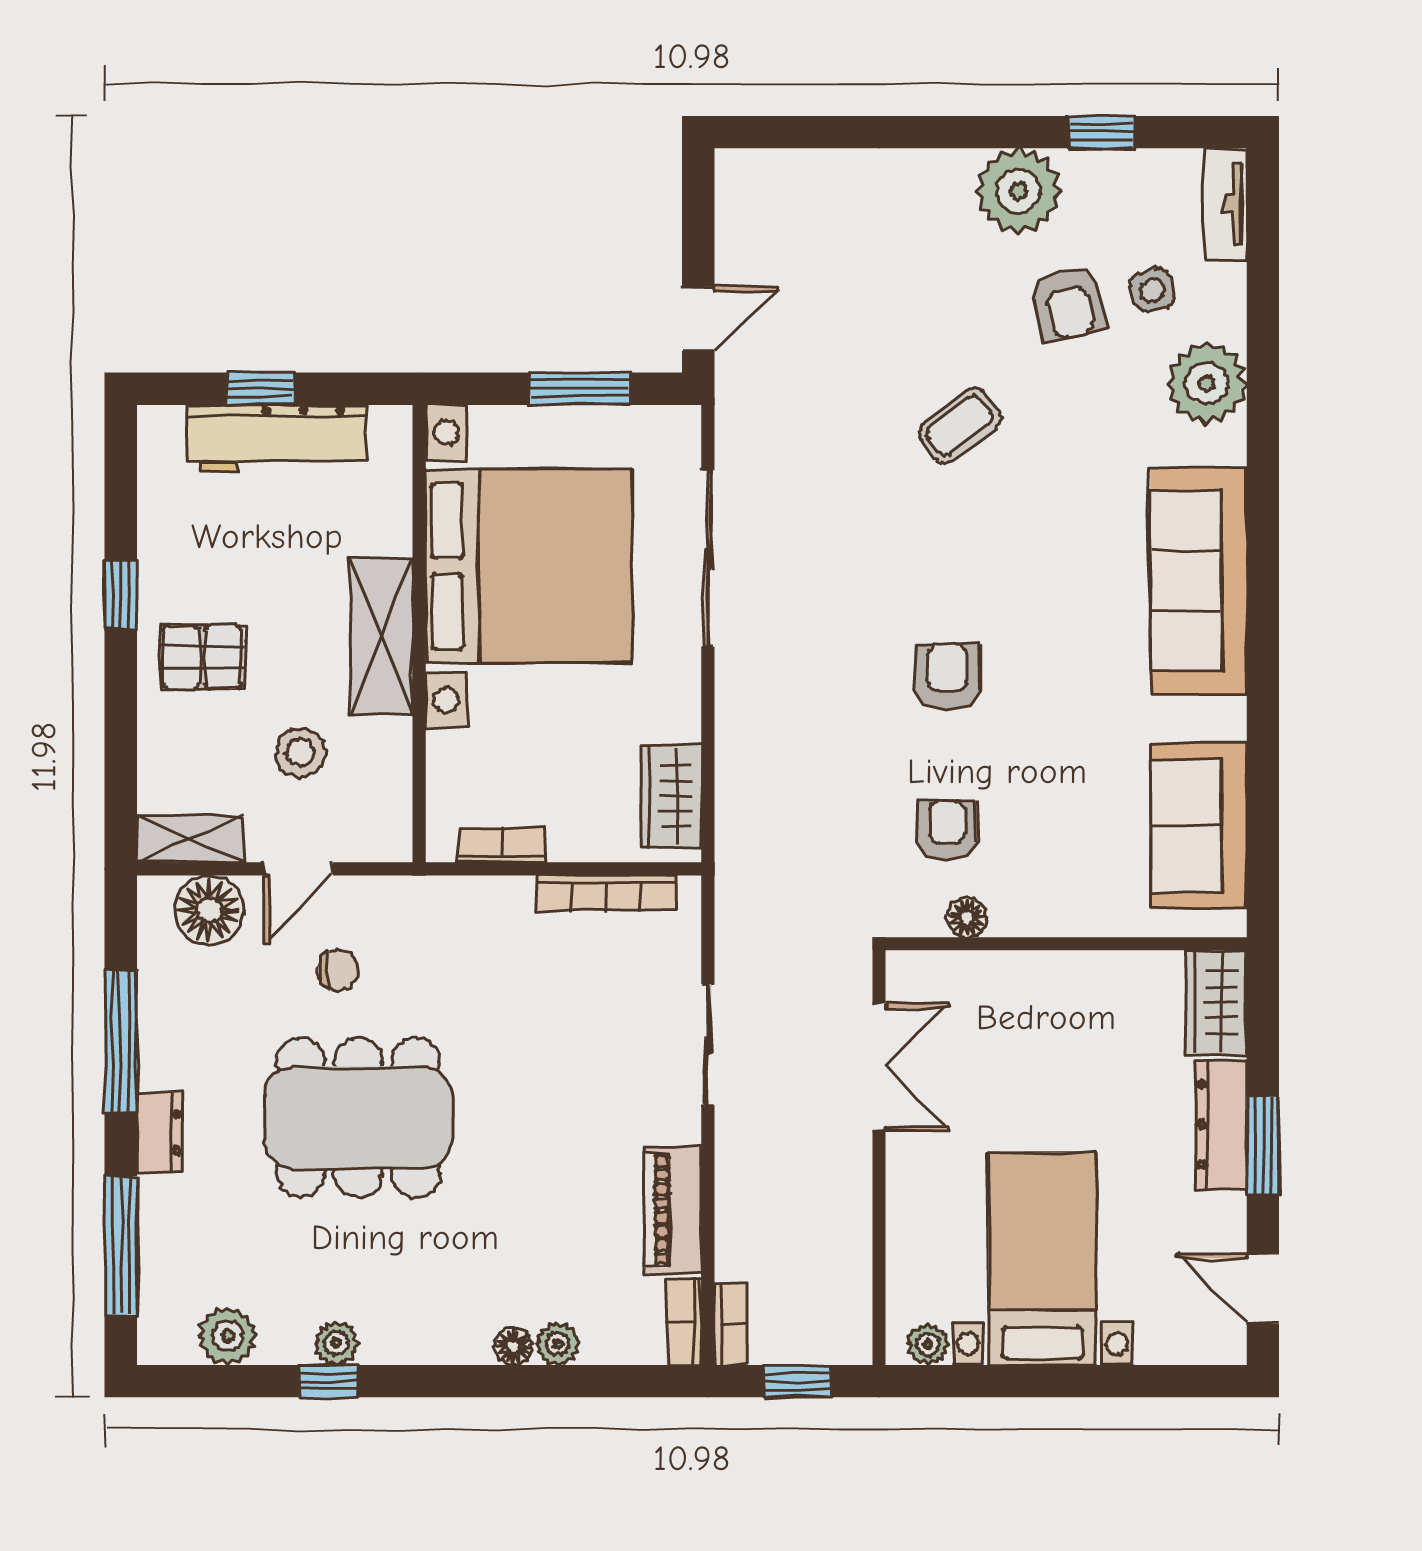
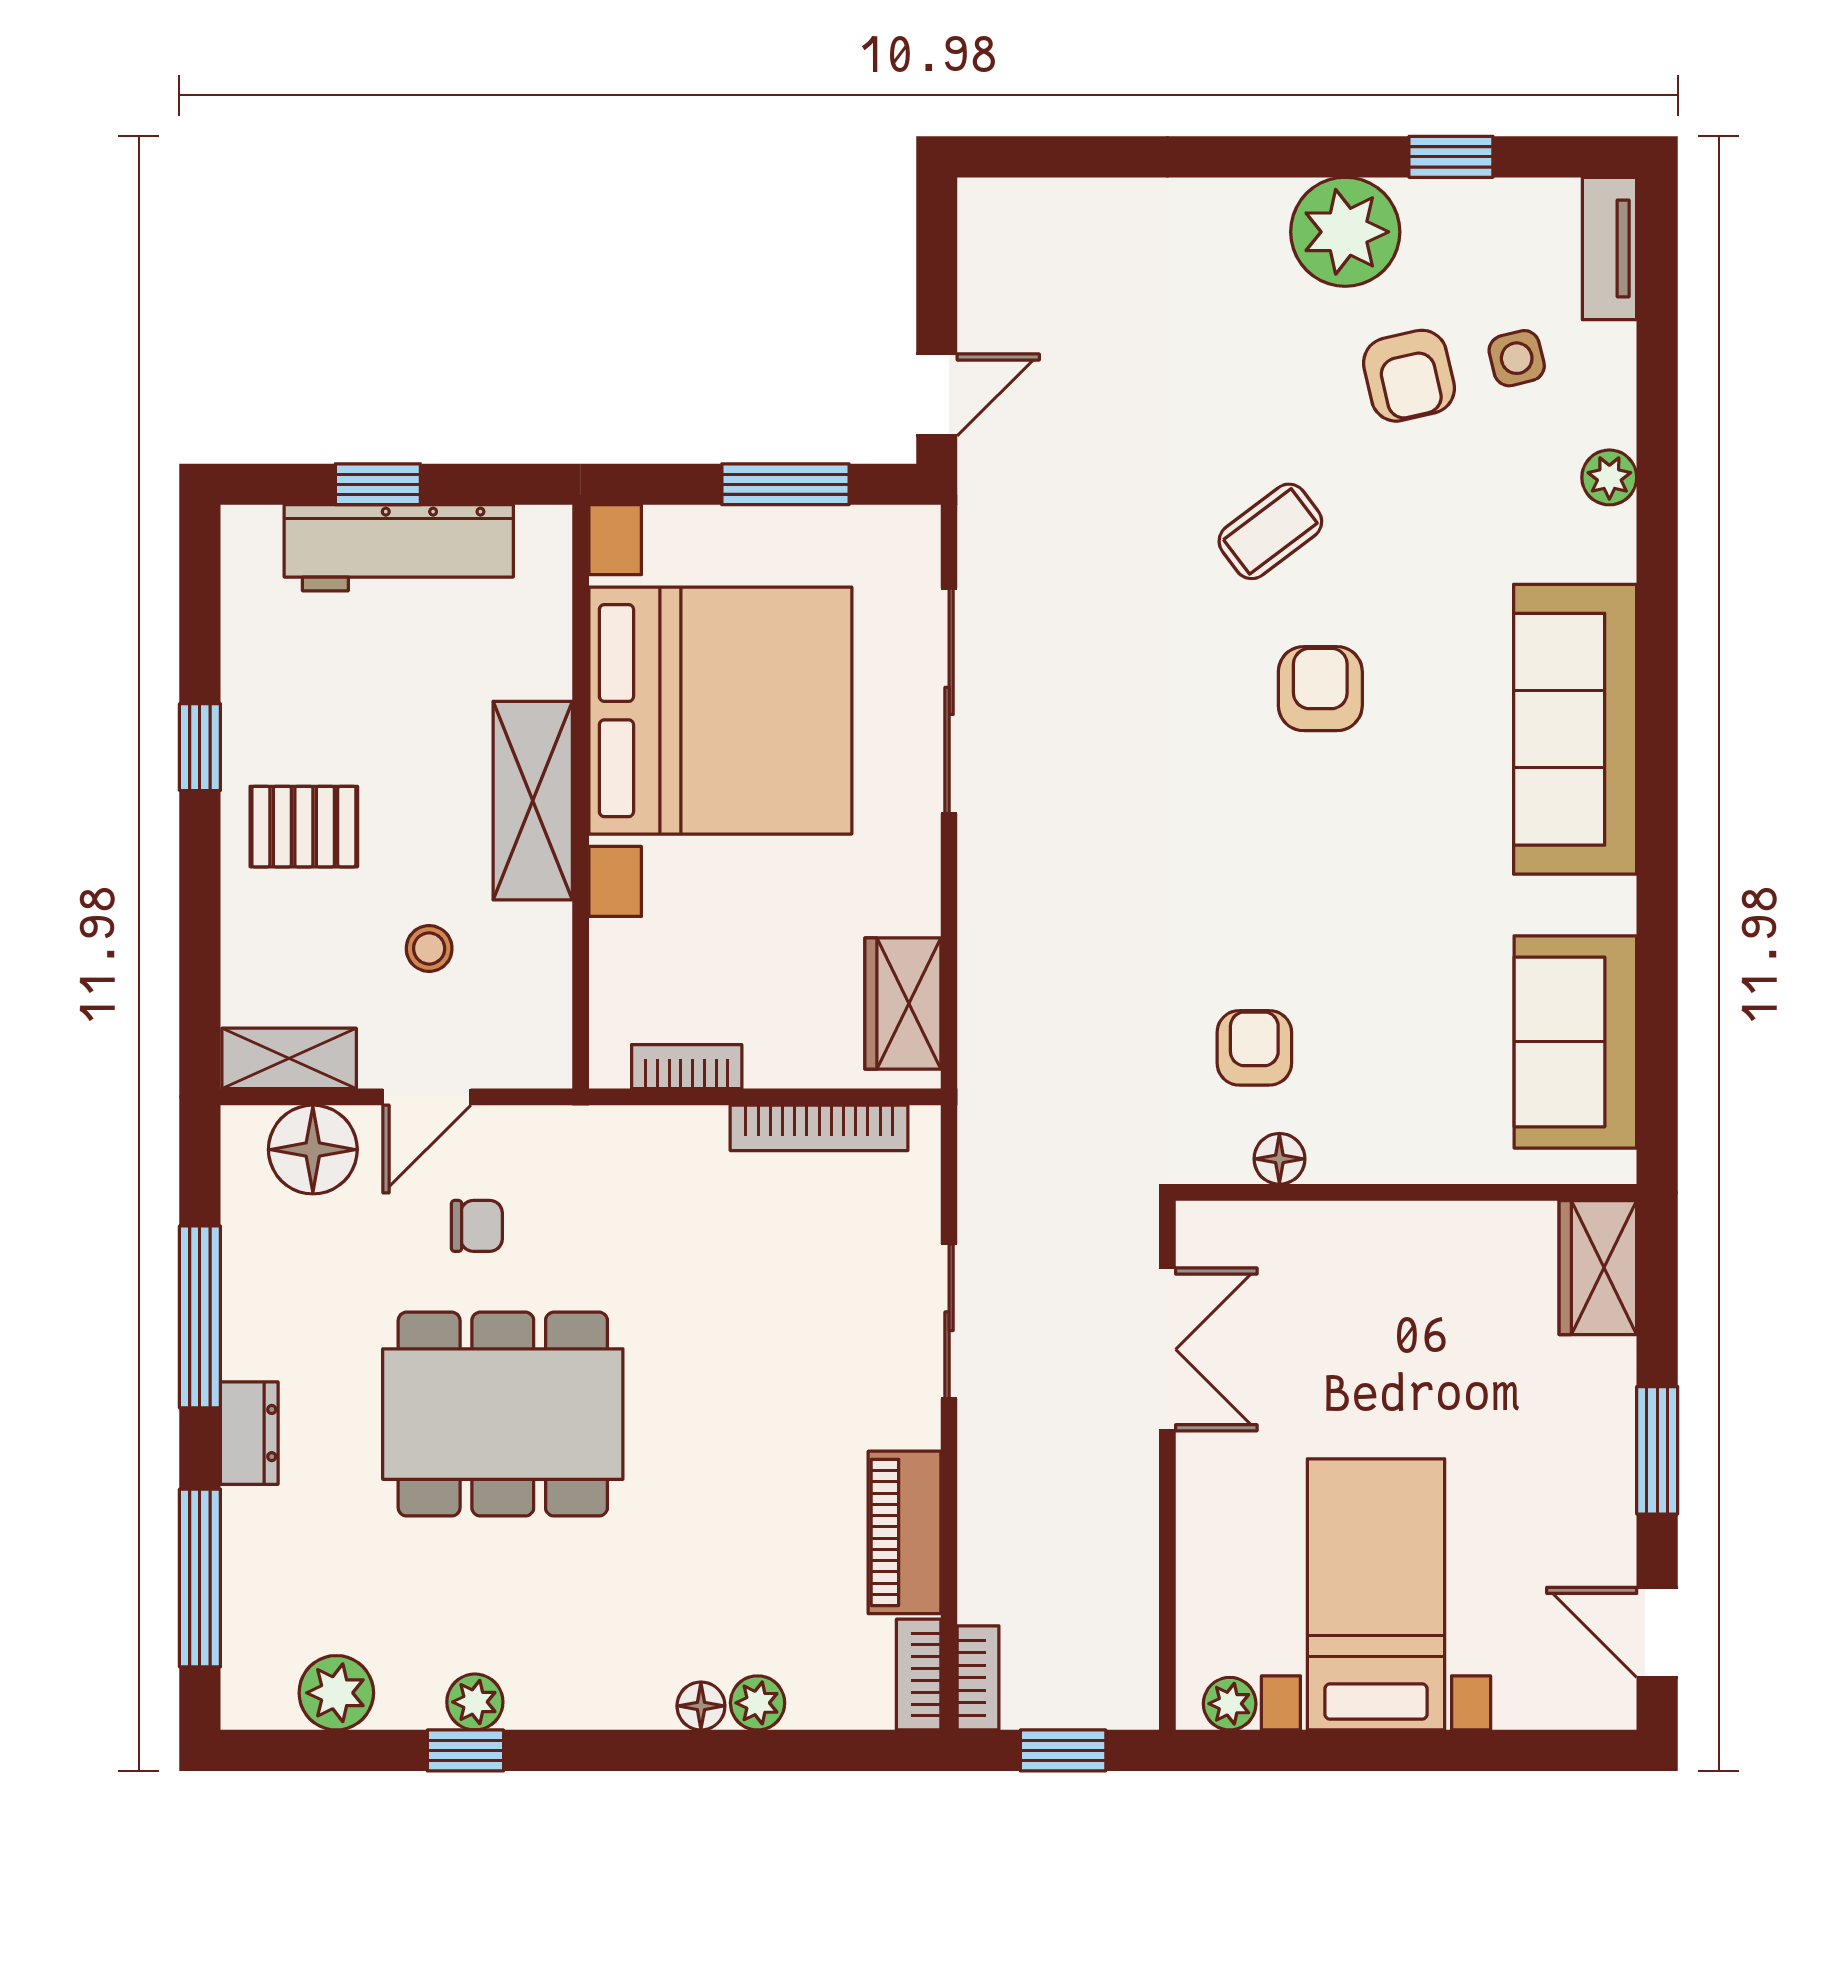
plant: (1207, 383) -> (1609, 477), width x0.53, depth x0.53
armchair: (947, 677) -> (1320, 689), moved
stool: (300, 753) -> (429, 948), width x0.73, depth x0.73
dresser: (1221, 1125) -> (1604, 1423), removed

